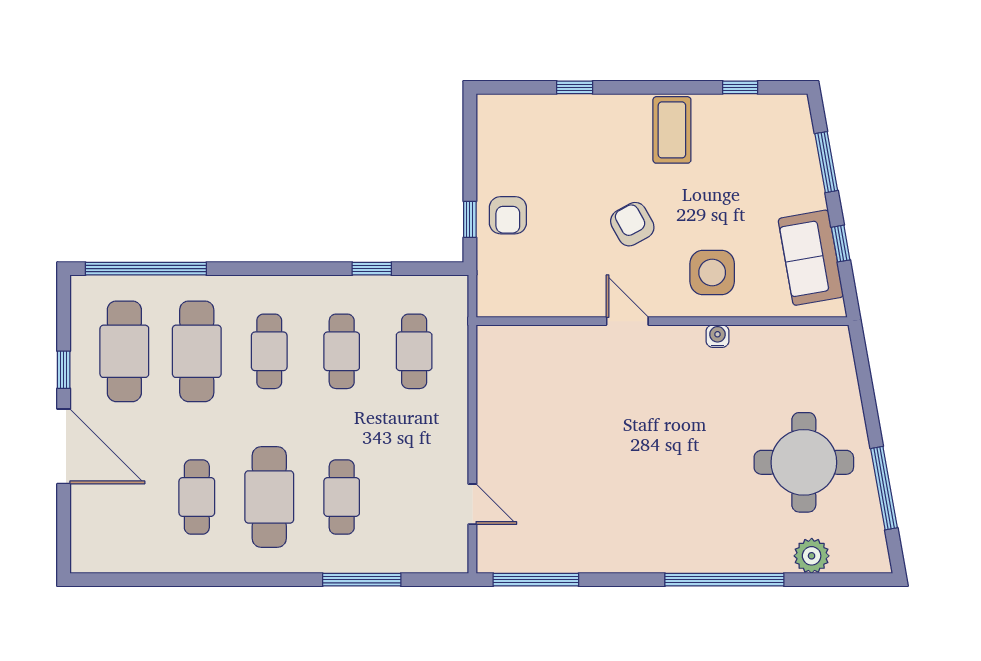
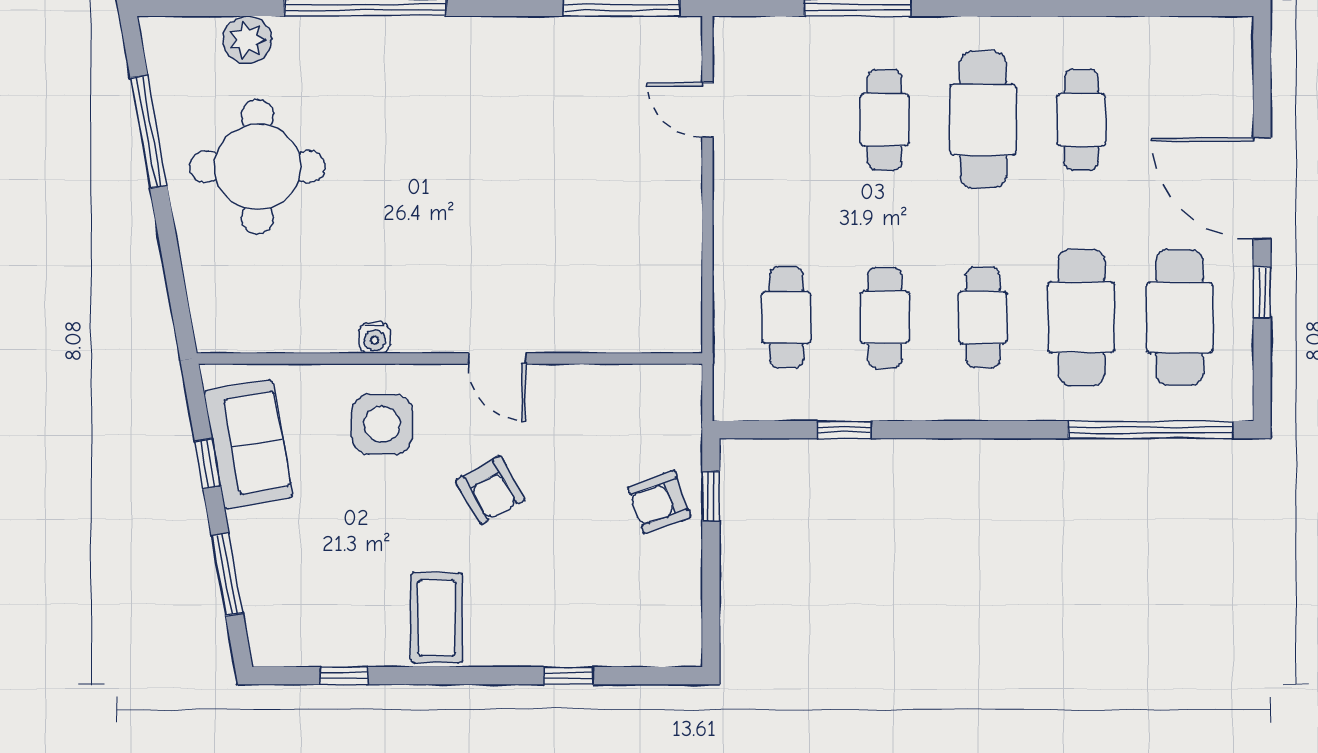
armchair: (508, 215) -> (659, 502), turned -110

